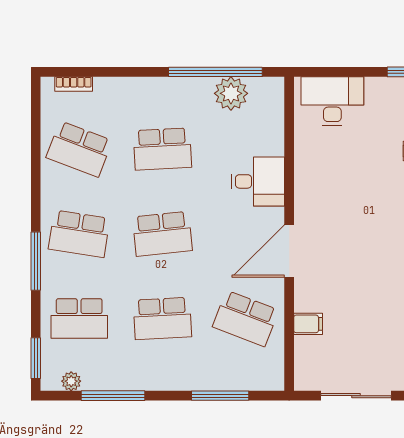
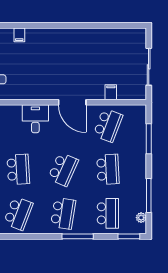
school desk: (162, 234) -> (63, 169), turned 30

